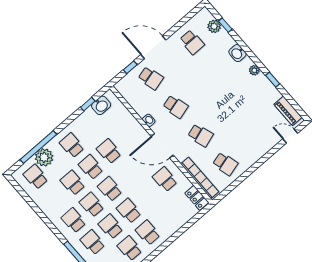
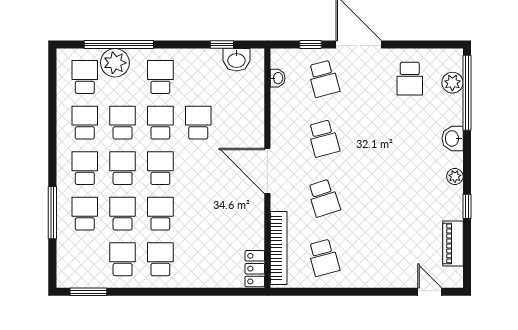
window: (225, 25) -> (467, 93), width x3.17
piano: (288, 111) -> (453, 243), moved
washbasin: (149, 120) -> (278, 78), moved
school desk: (165, 179) -> (85, 123), moved

